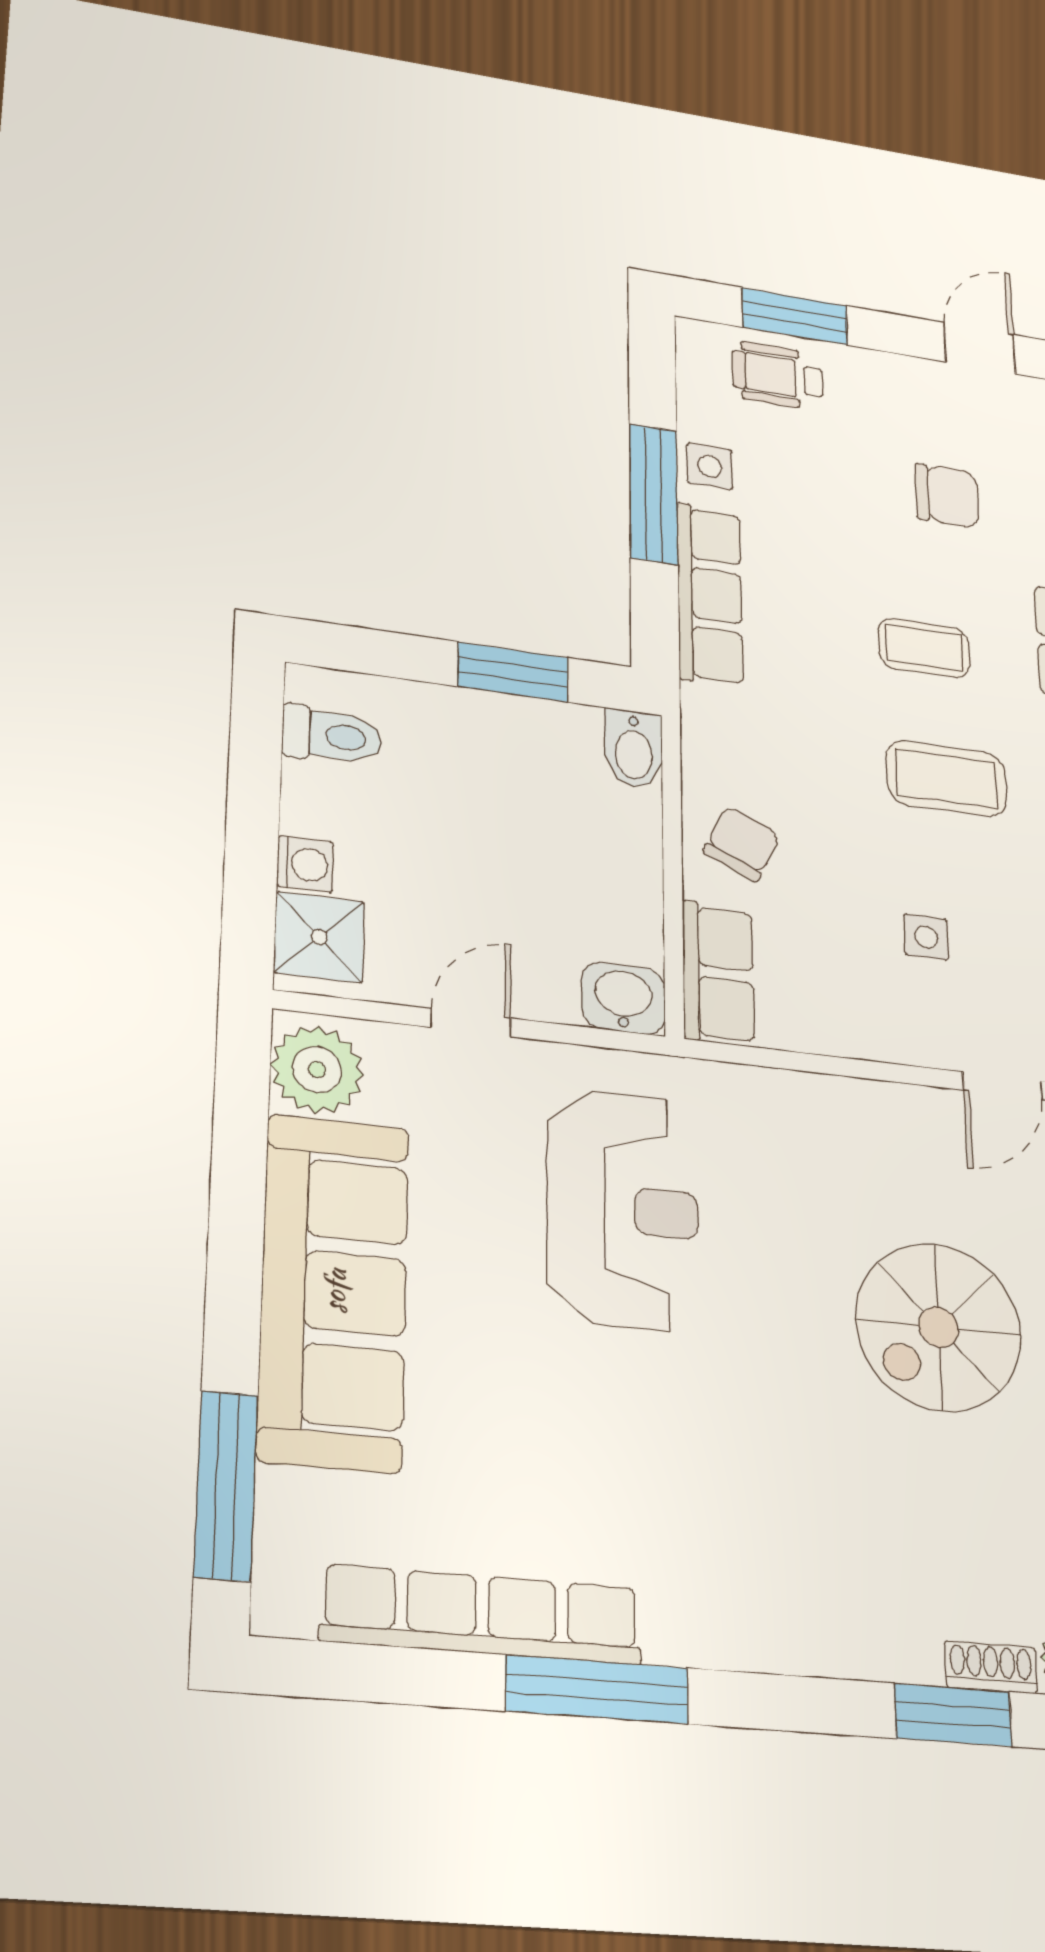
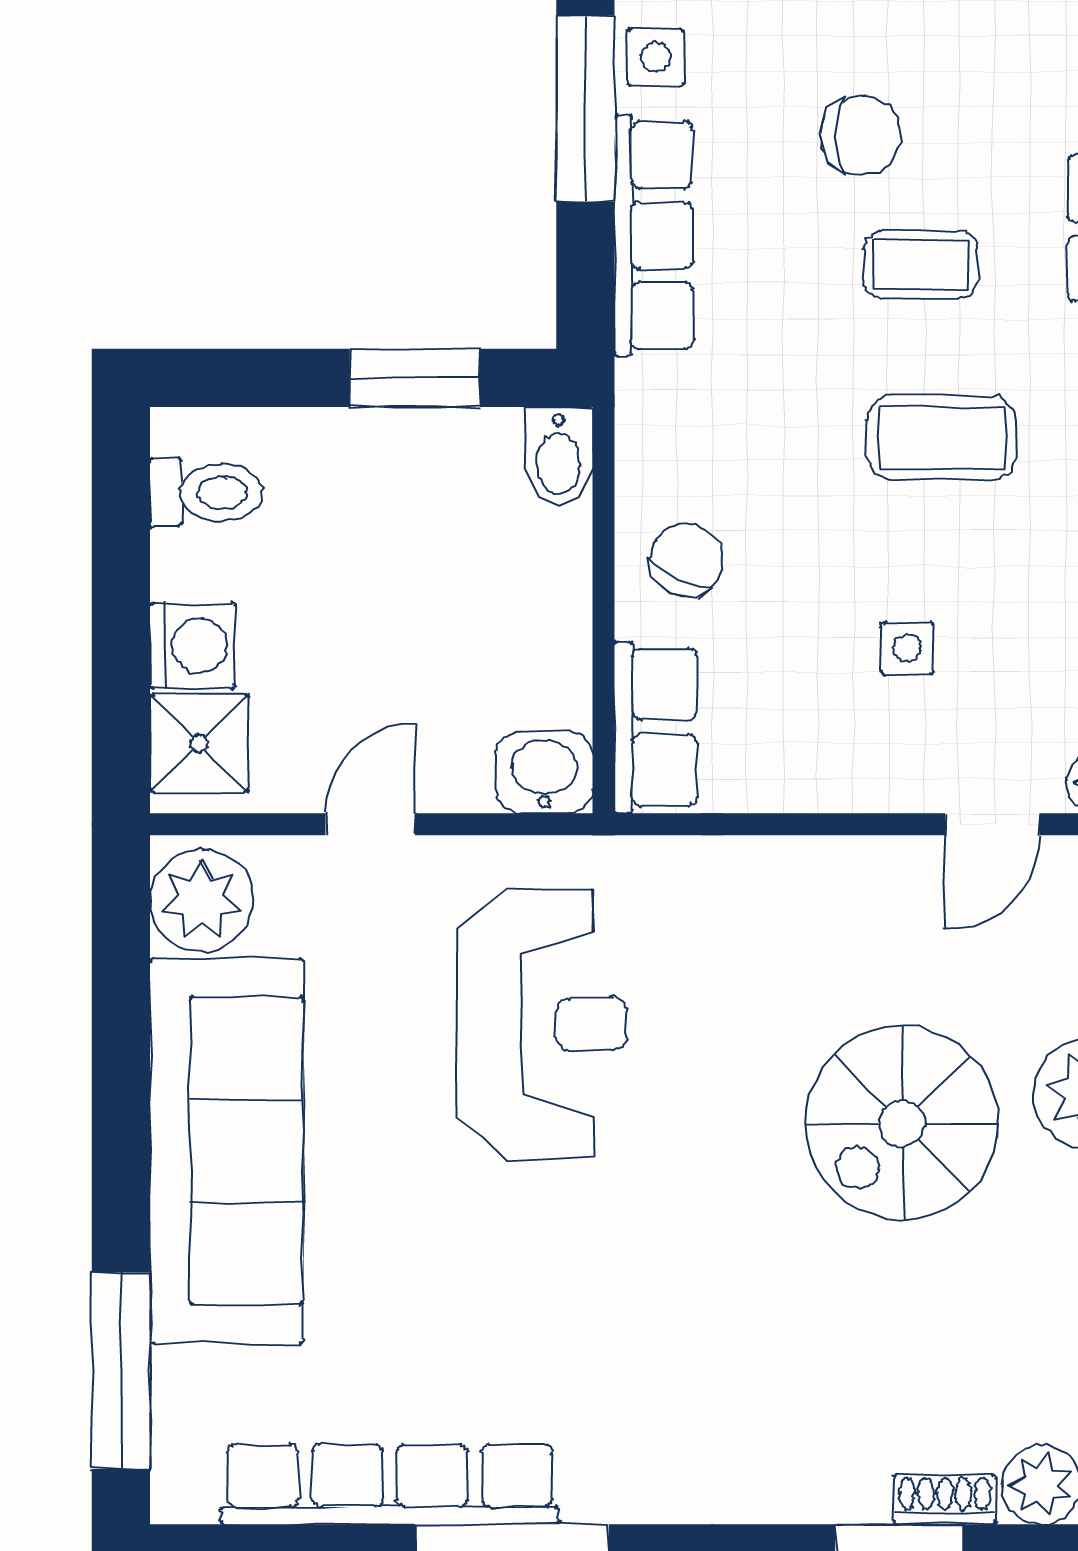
chair: (947, 496) -> (861, 135), moved
washing machine: (305, 864) -> (193, 645), width x1.38, depth x1.38

